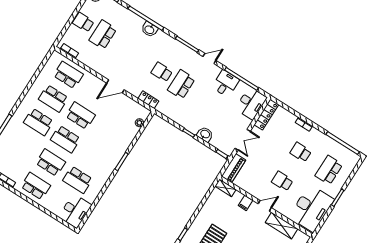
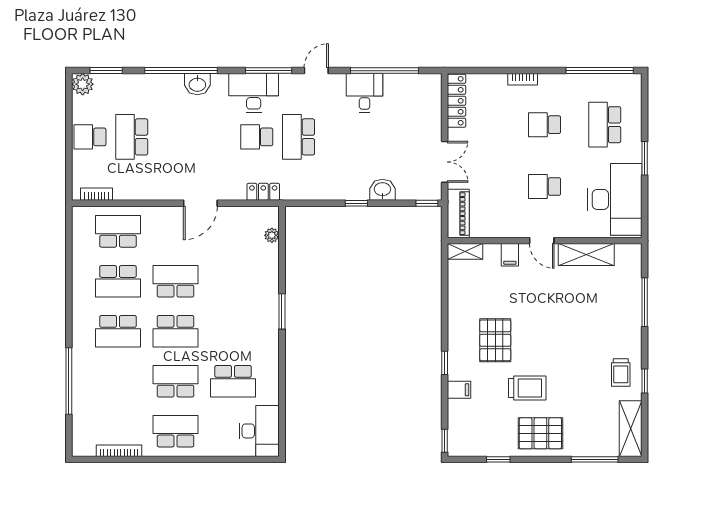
desk: (251, 103) -> (254, 93), moved, turned -90
door: (265, 206) -> (542, 241), swing flipped

